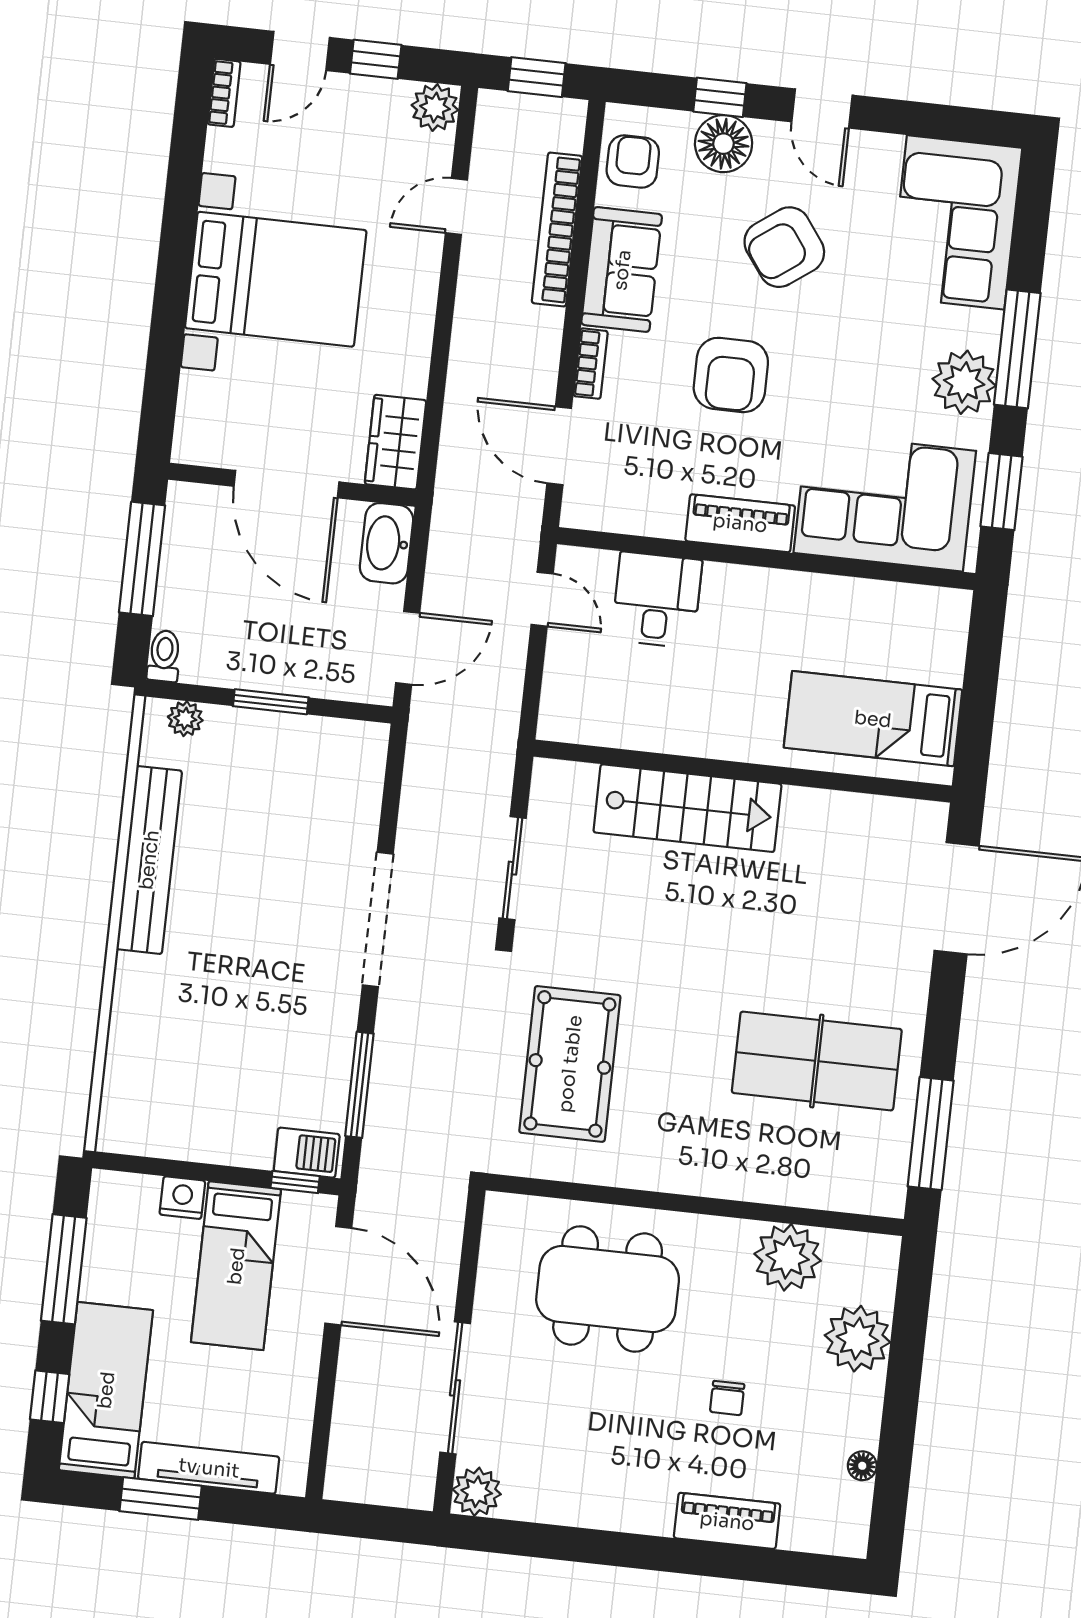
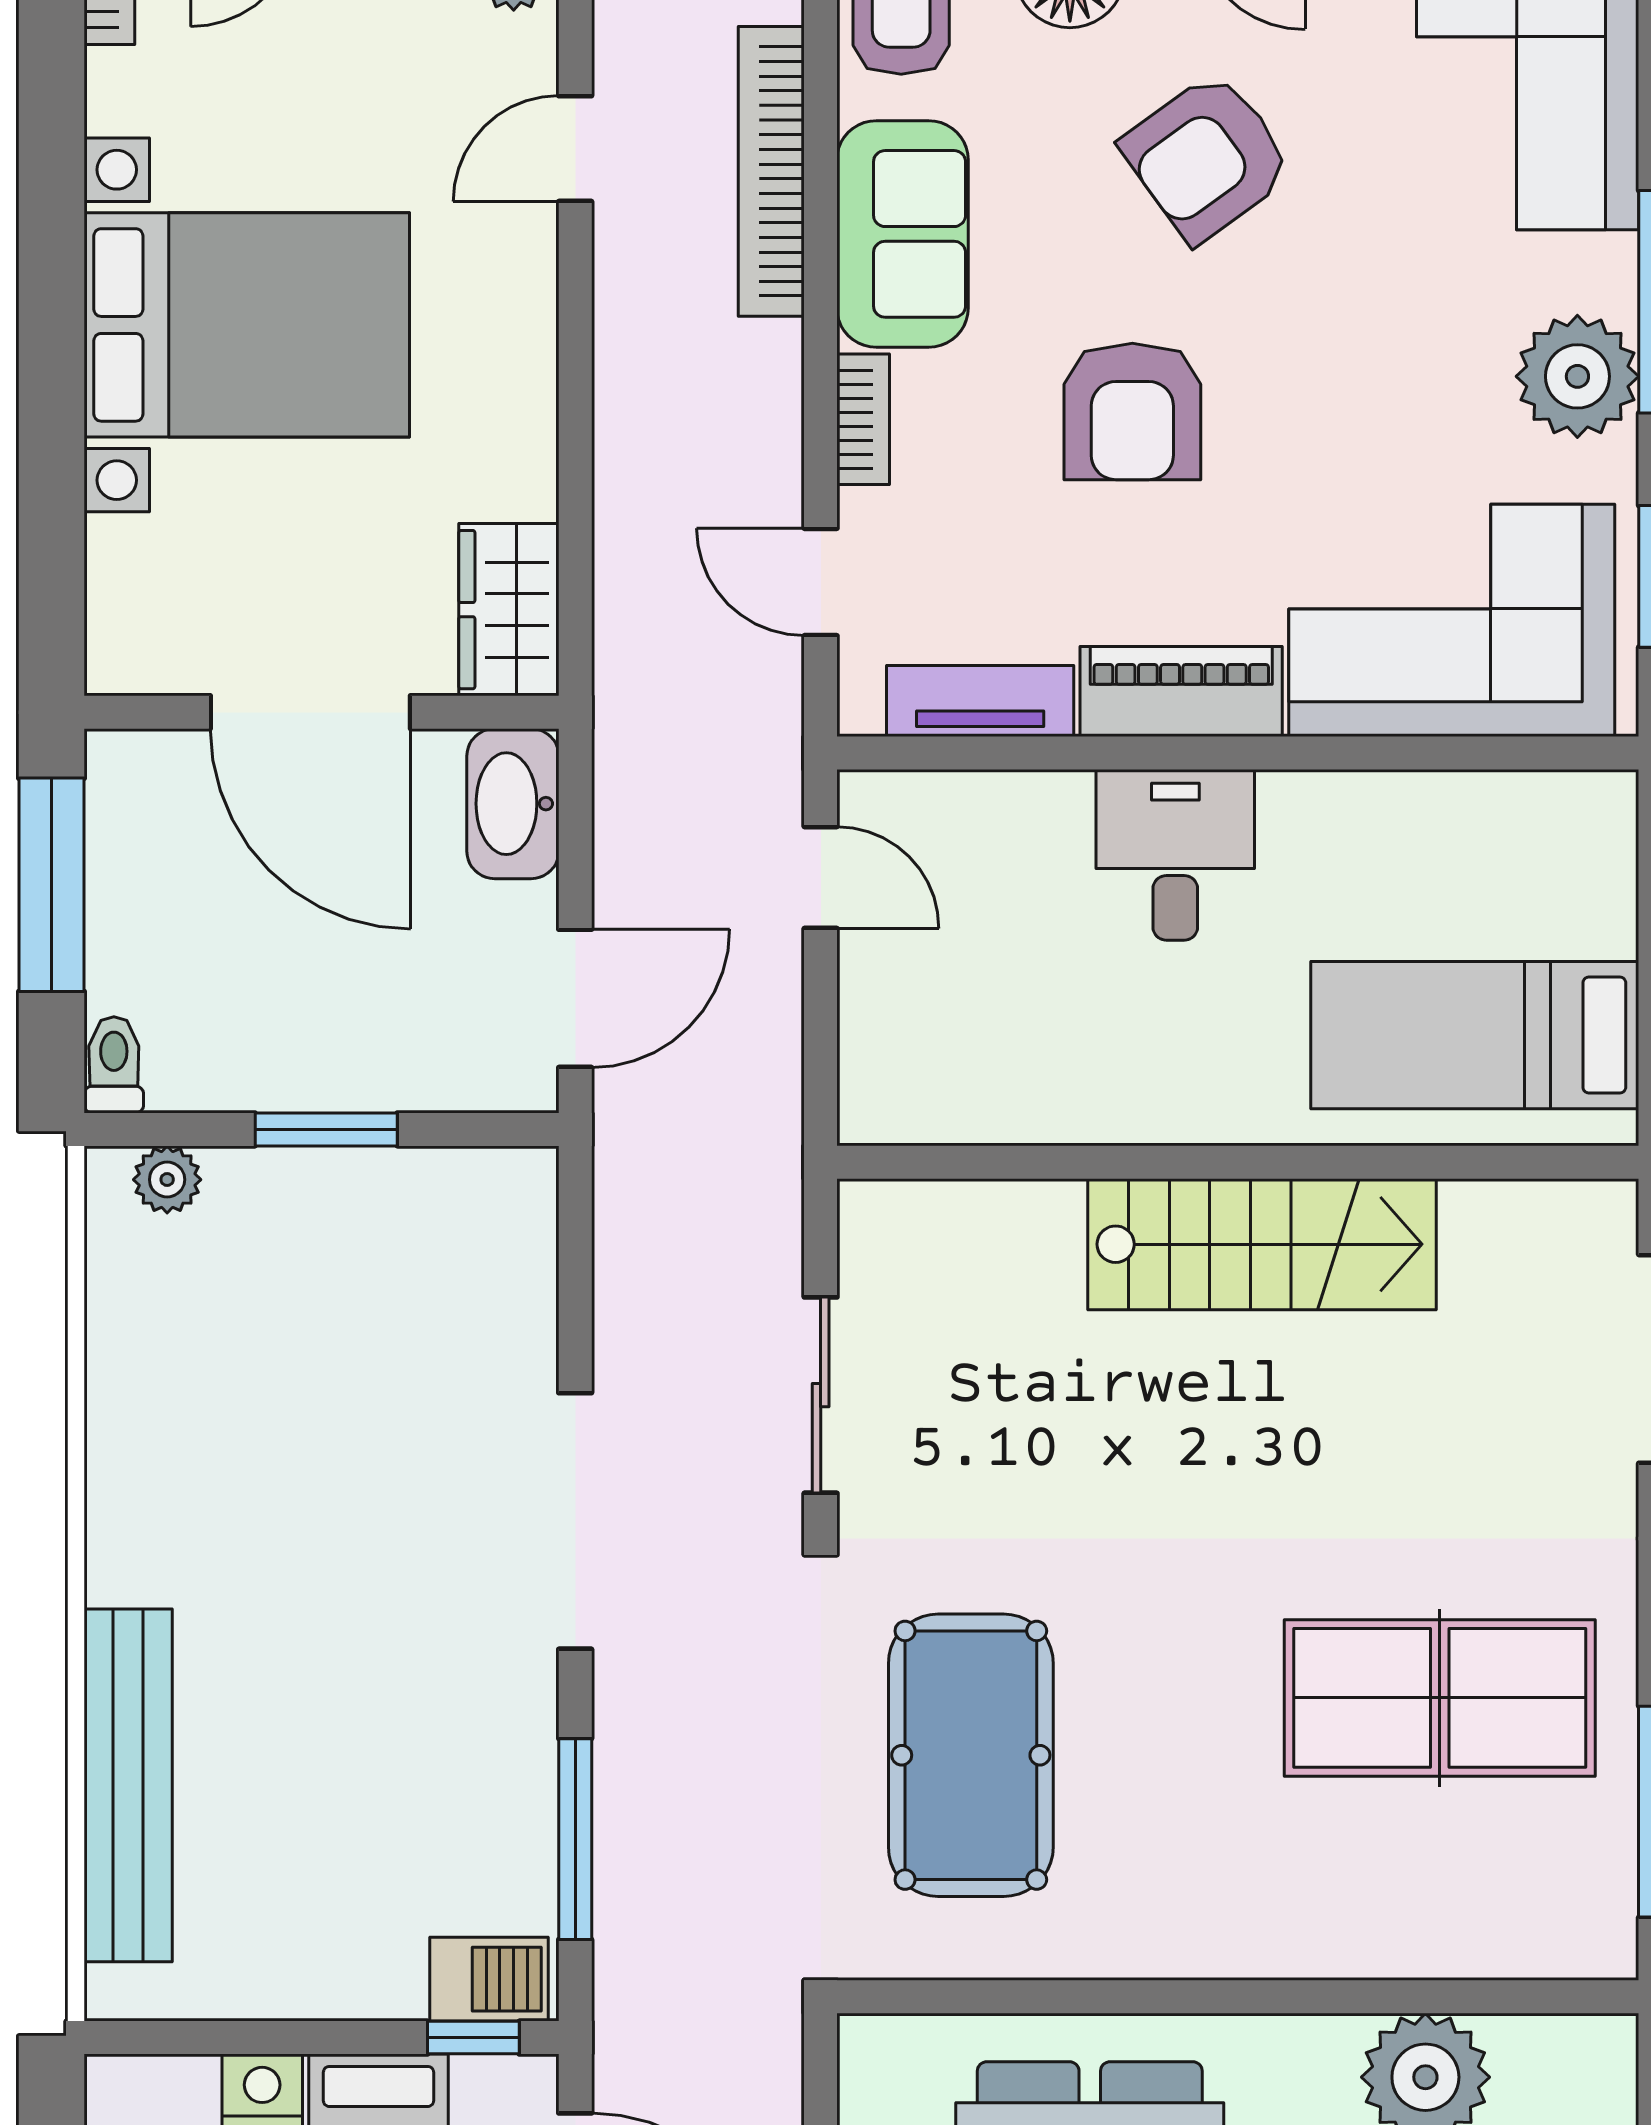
door: (559, 446) -> (821, 582), width x0.73
tv unit: (635, 517) -> (980, 701), added
desk: (657, 600) -> (1175, 855), moved
stairs: (687, 808) -> (1262, 1244), moved
bench: (149, 860) -> (128, 1785), moved

